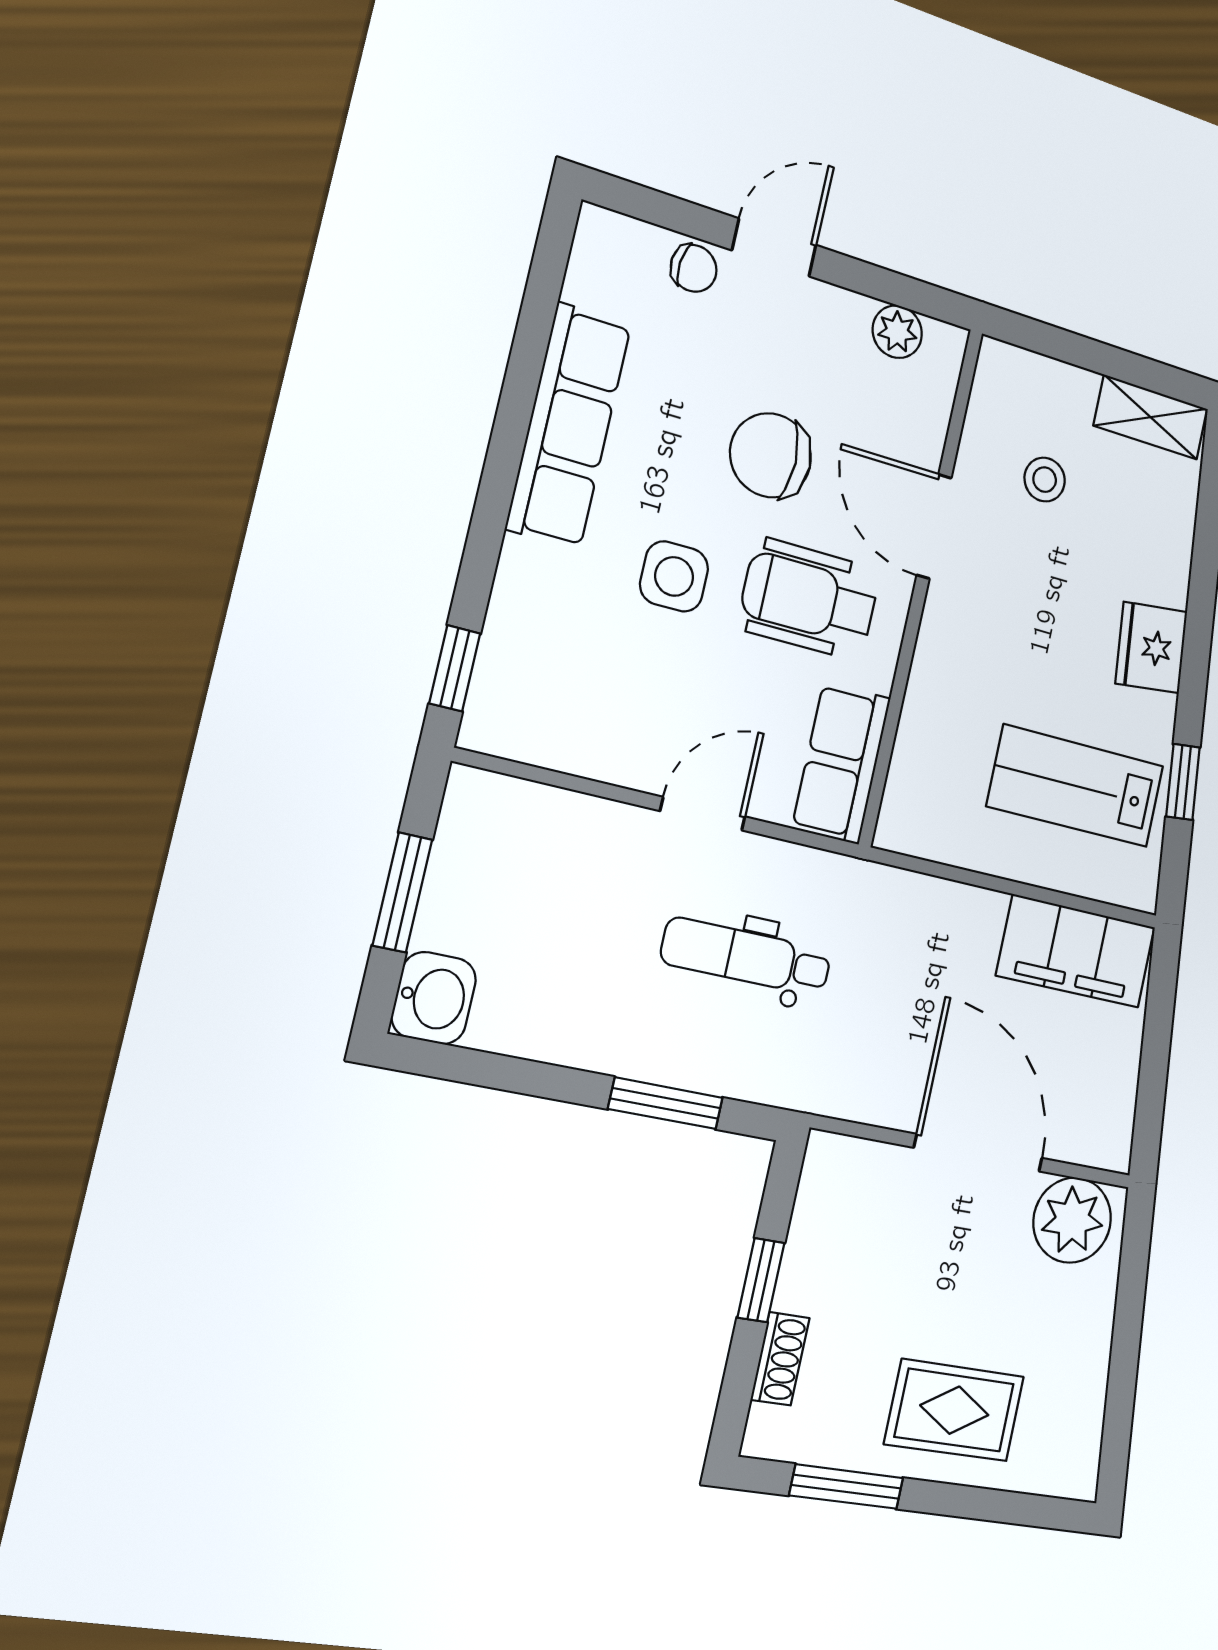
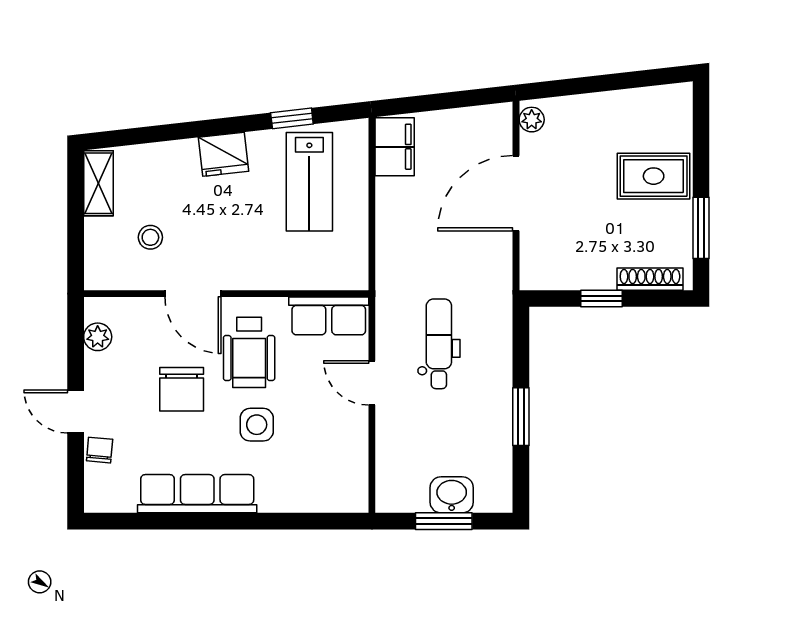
door: (934, 526) -> (193, 294), hinge flipped
window: (455, 668) -> (330, 521), removed
filing cabinet: (1076, 951) -> (395, 147), width x0.67, depth x0.86
dental chair: (746, 957) -> (439, 344), turned 180
washbasin: (434, 998) -> (452, 495), moved
window: (666, 1103) -> (521, 417), moved
plant: (1072, 1220) -> (532, 120), width x0.53, depth x0.53
shoe rack: (780, 1359) -> (650, 279), width x1.43
rug: (954, 1410) -> (654, 176), turned 90

